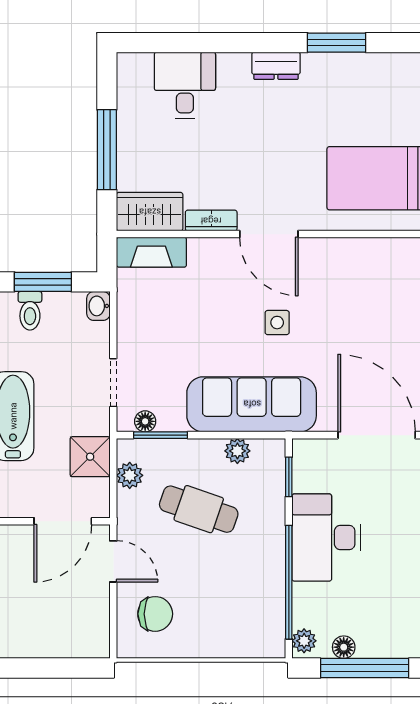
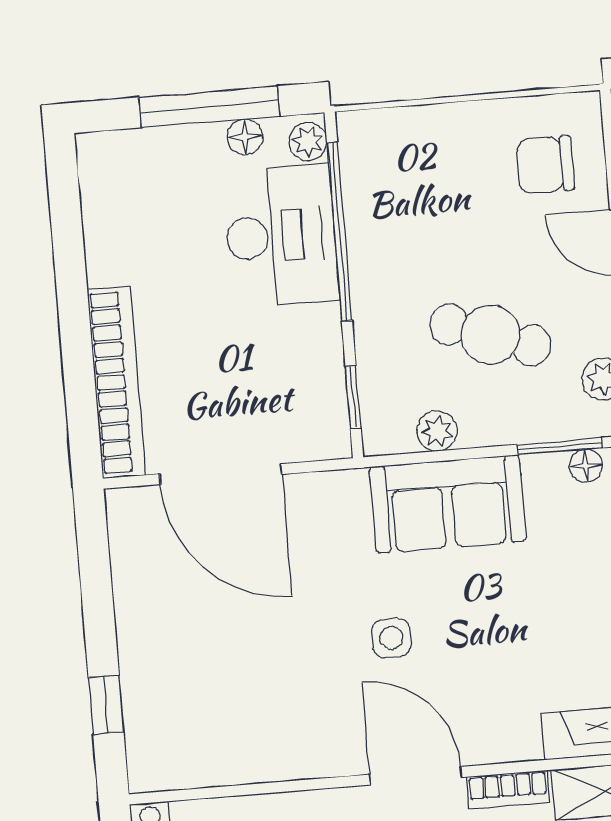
sofa: (252, 404) -> (448, 504), width x0.73
desk: (326, 538) -> (281, 236), moved

